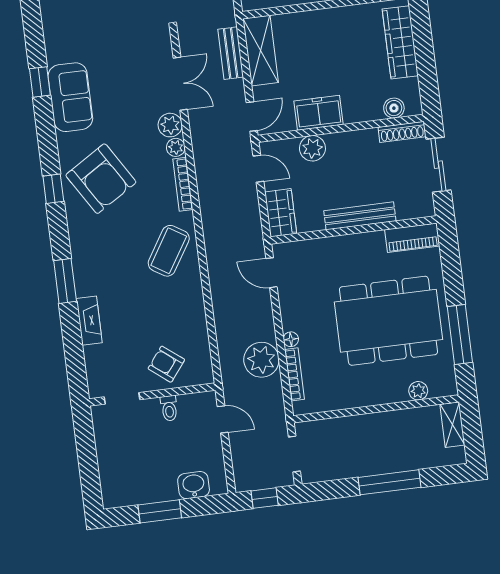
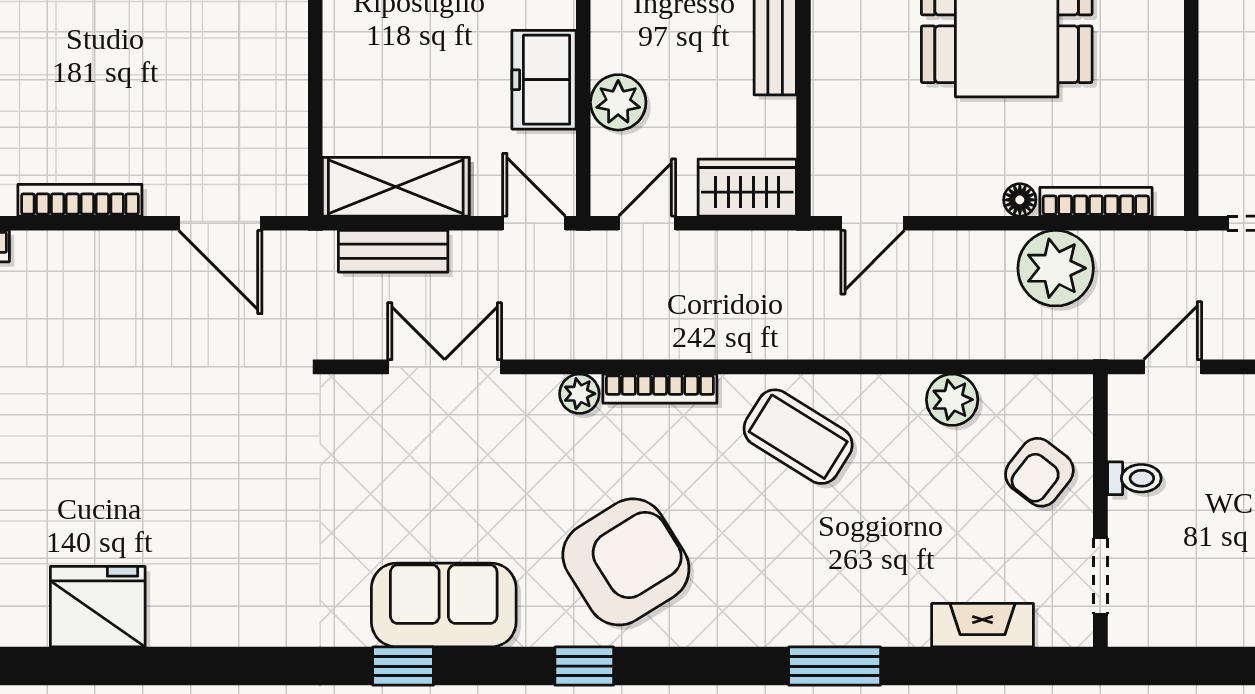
plant: (170, 125) -> (952, 400), moved
window: (53, 189) -> (584, 666), moved
fireplace: (89, 321) -> (983, 625), moved

